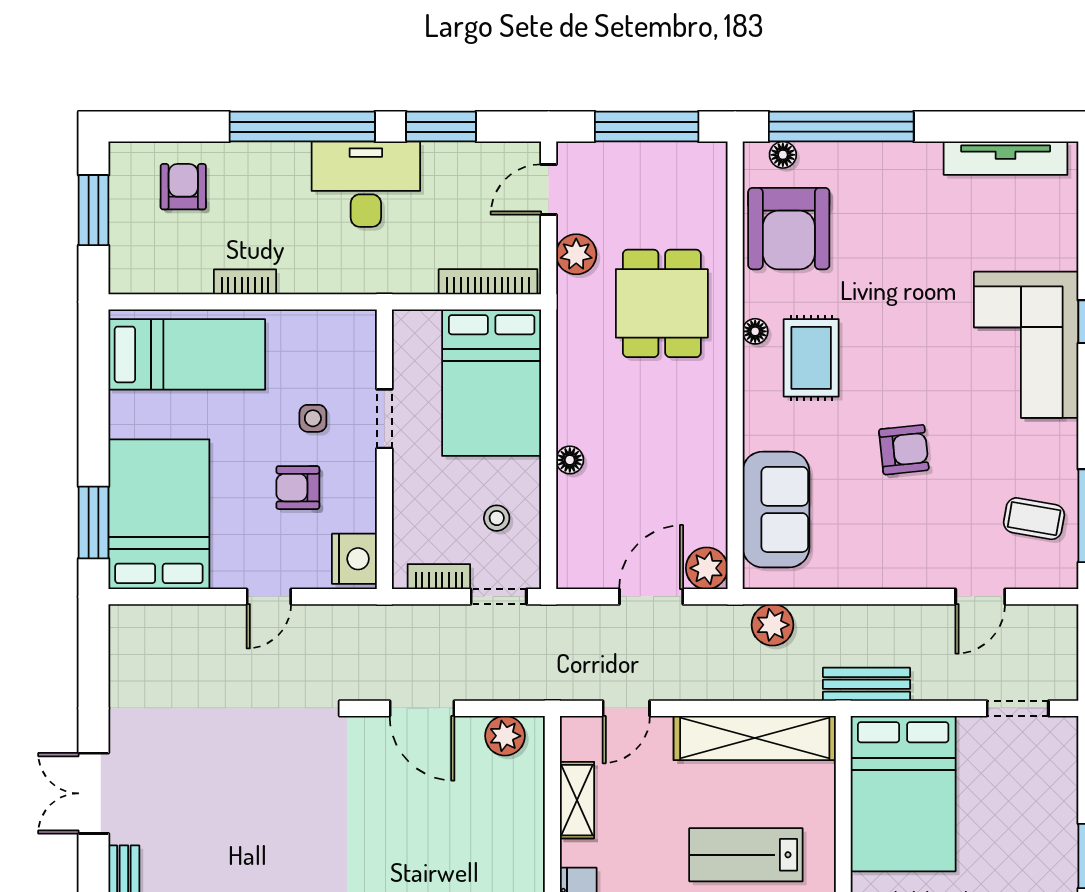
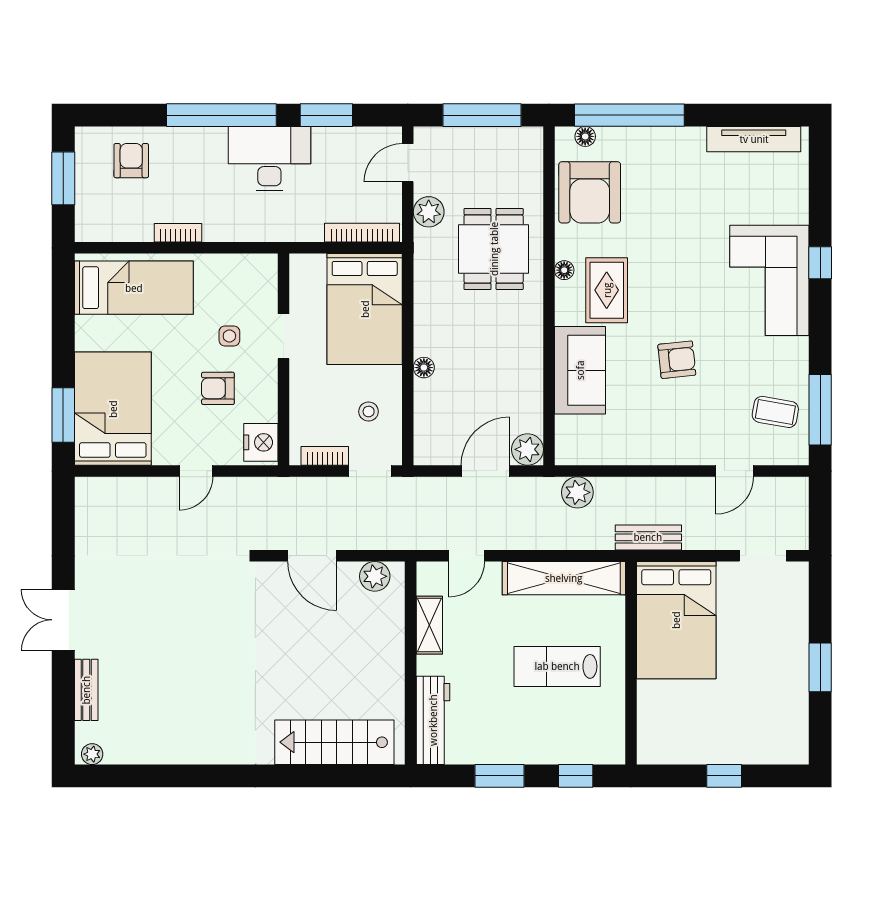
sofa: (776, 509) -> (580, 370), moved

